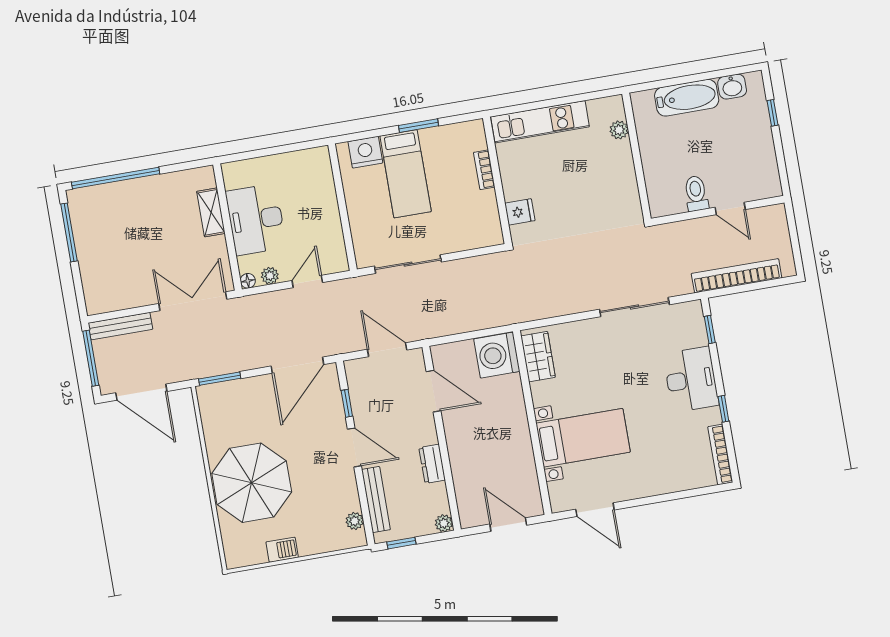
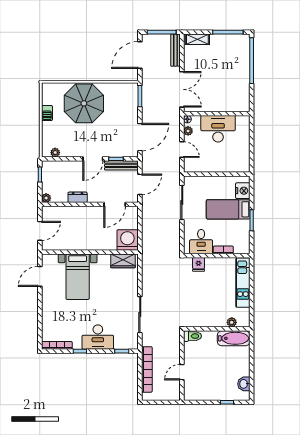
bathtub: (687, 98) -> (234, 338), moved, turned -90
toilet: (696, 193) -> (192, 336), moved
shelving: (211, 212) -> (197, 39), moved
desk: (476, 215) -> (201, 242), added
door: (297, 365) -> (140, 137), swing flipped
bench: (376, 500) -> (121, 165), moved

